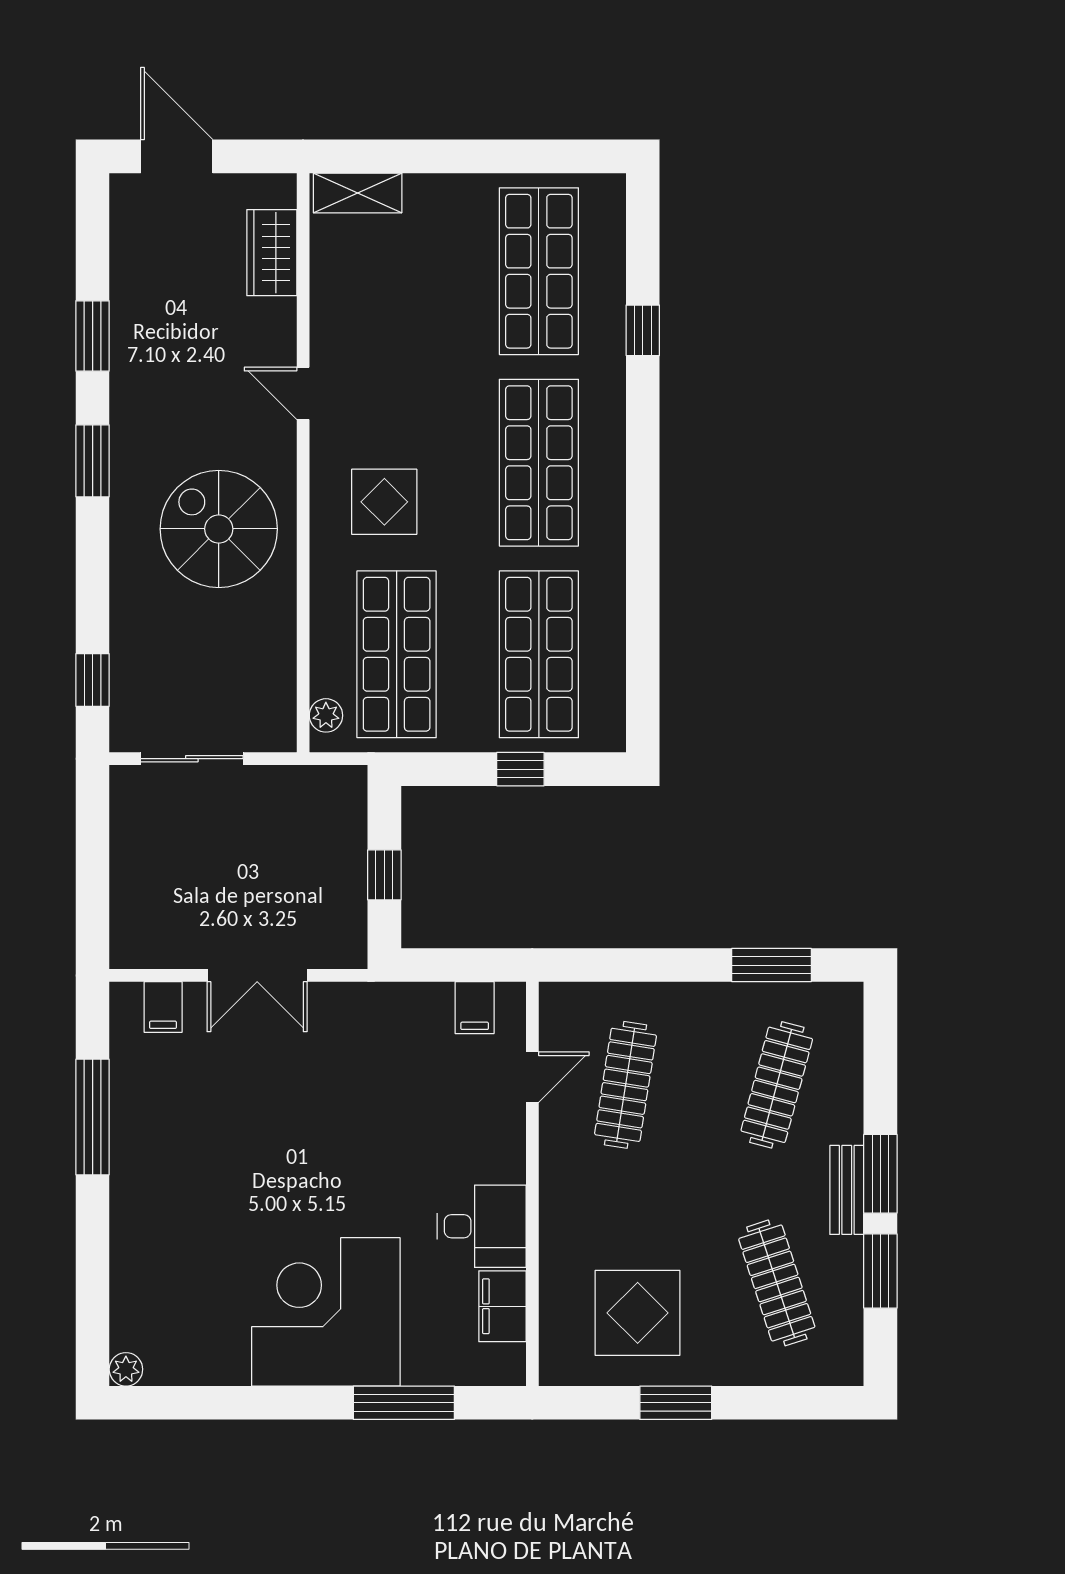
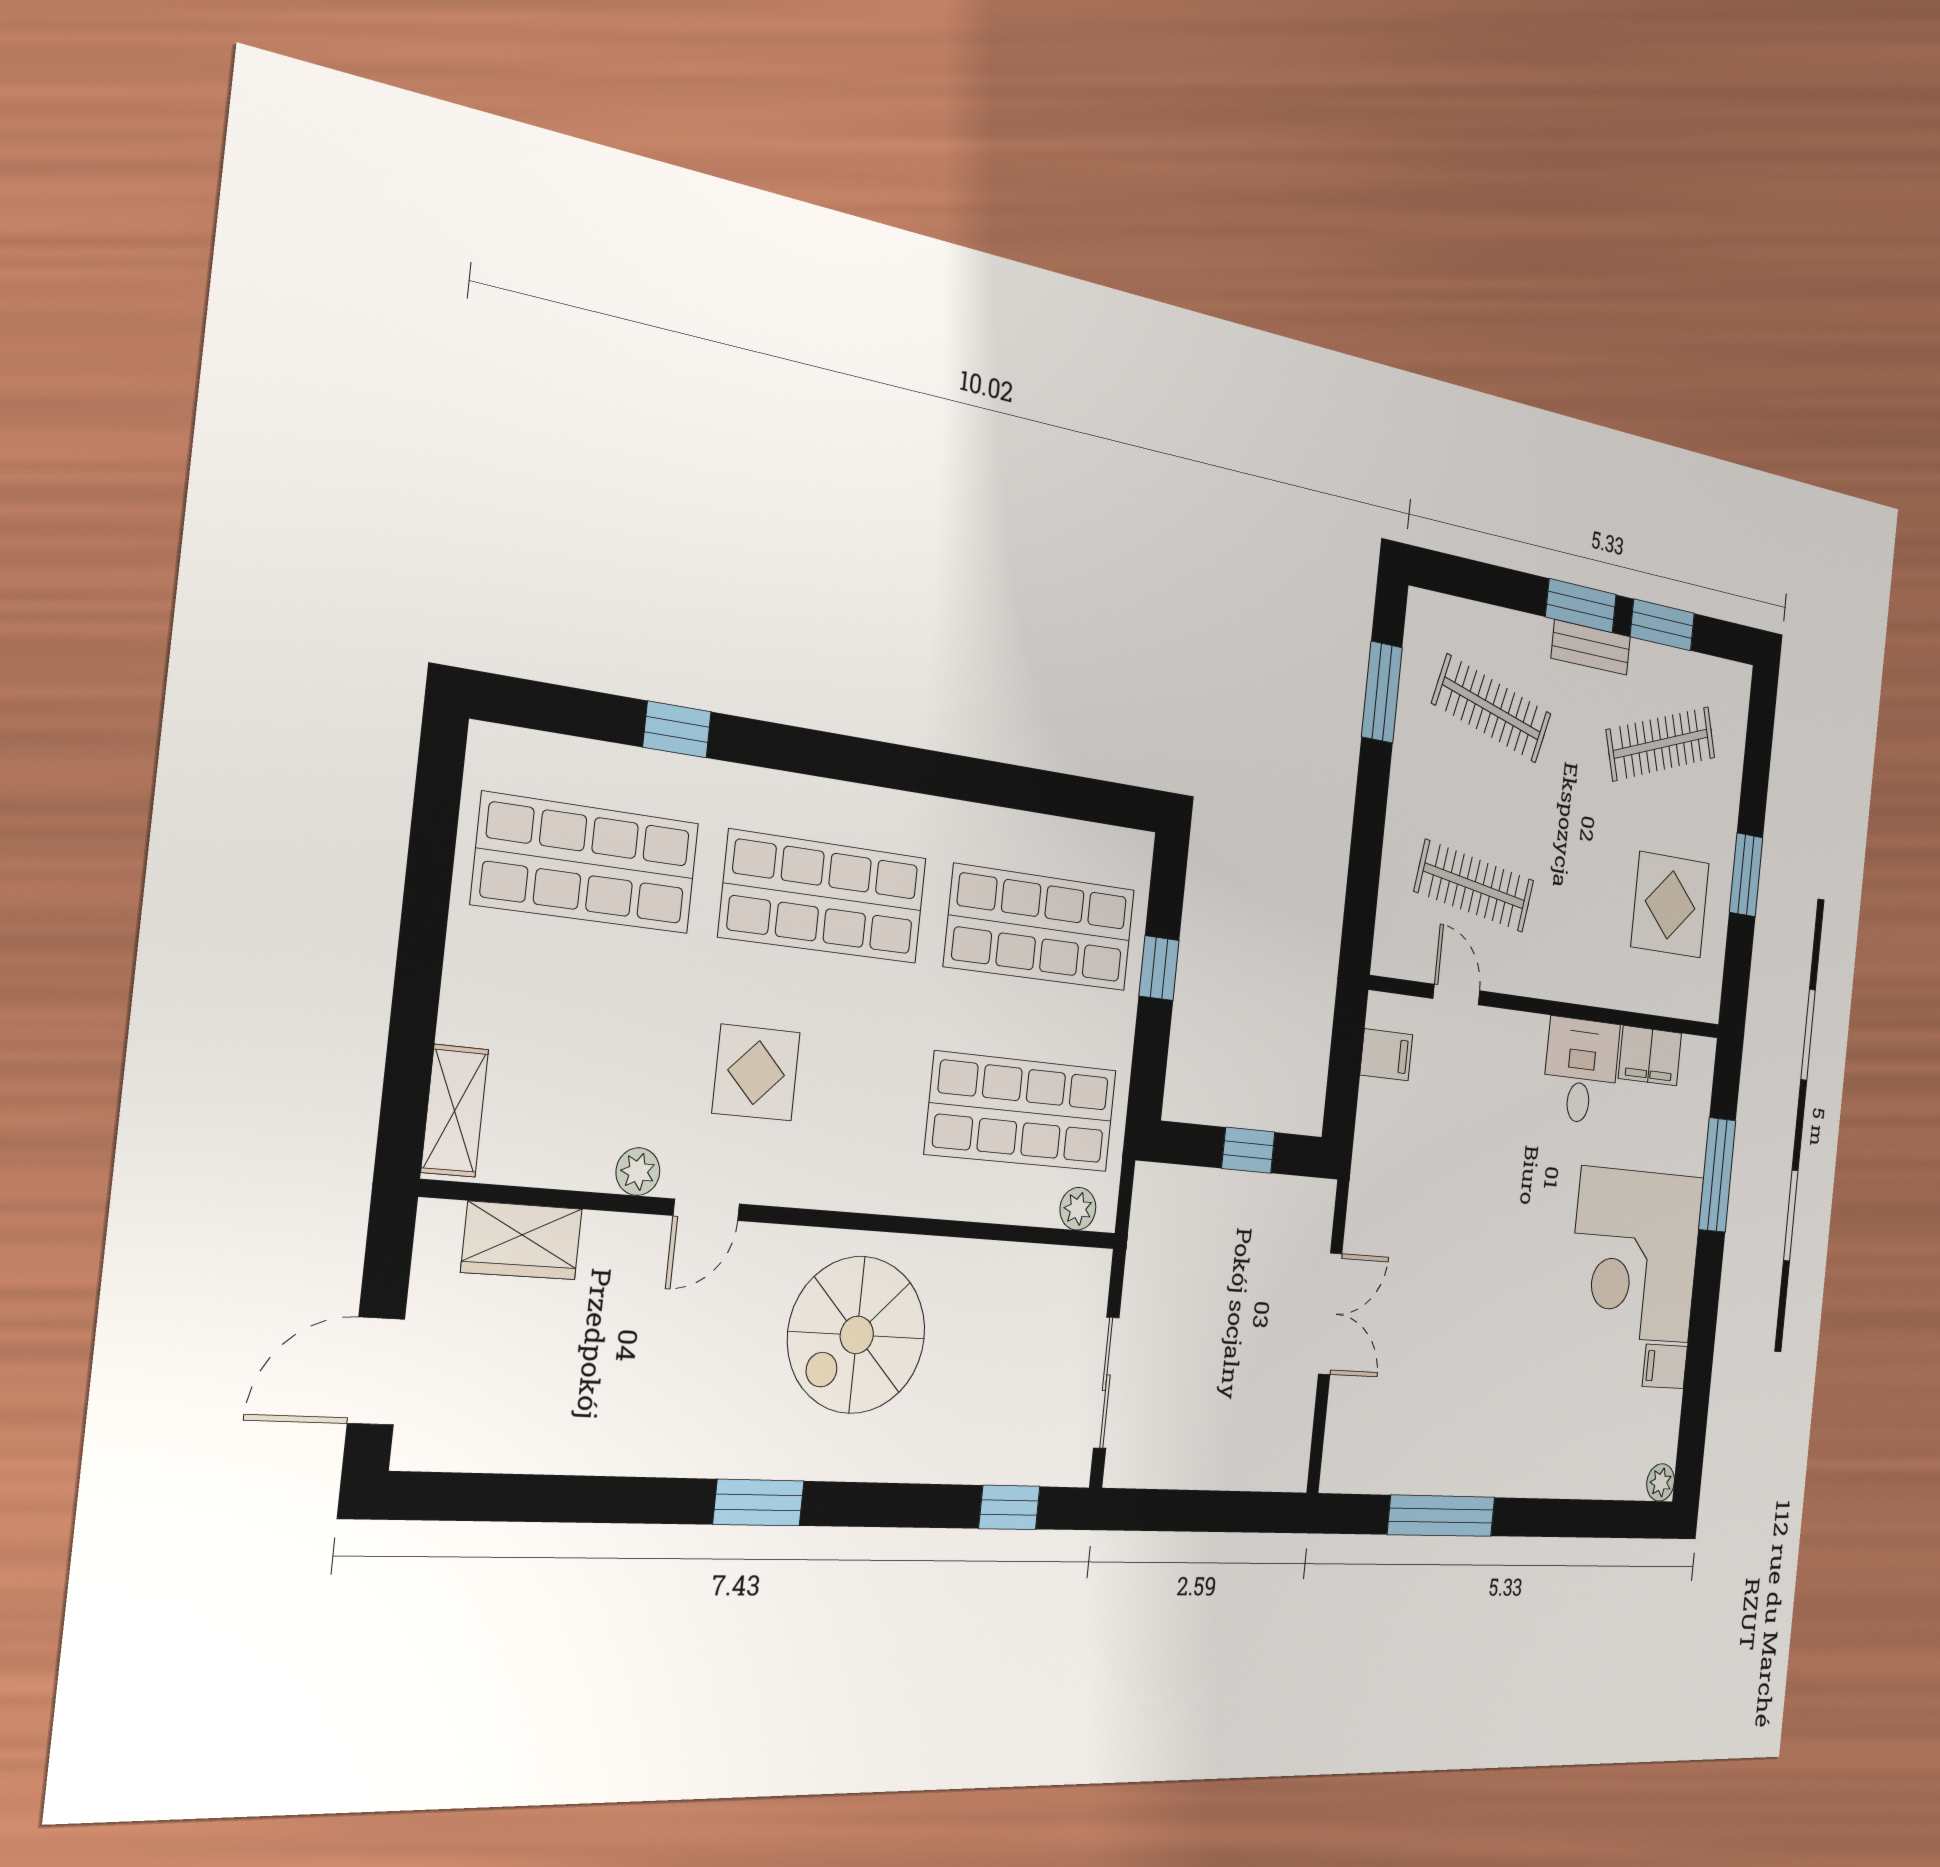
window: (93, 336) -> (603, 1500), removed
plant: (326, 336) -> (638, 1172), added
display table: (384, 502) -> (756, 1073), moved
filing cabinet: (163, 1007) -> (1665, 1366), moved, turned 180

